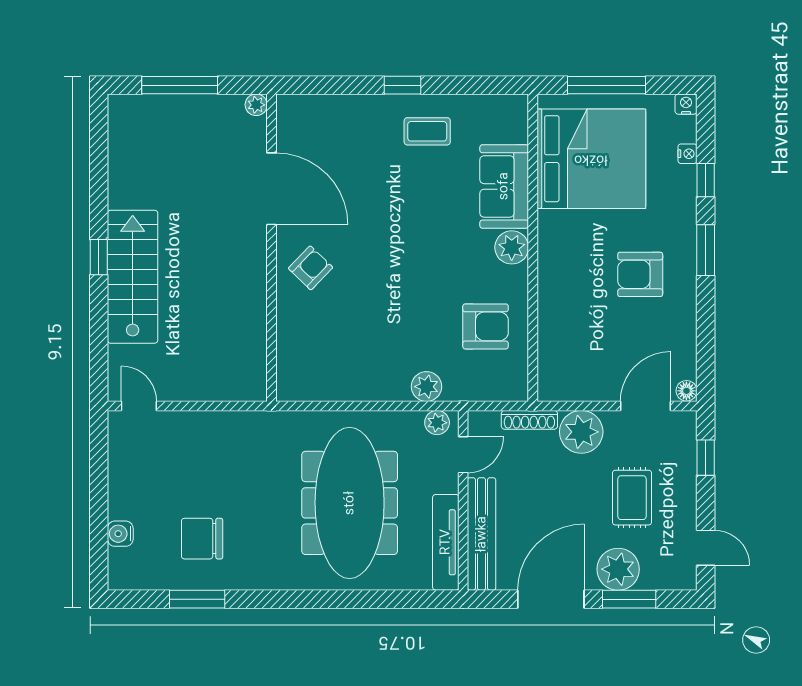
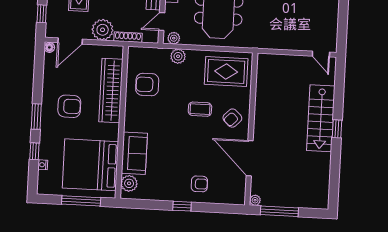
window: (180, 85) -> (279, 211), moved
nightstand: (686, 104) -> (42, 189), removed
coffee table: (427, 131) -> (200, 109), moved
armchair: (370, 132) -> (199, 184), added
plant: (512, 247) -> (129, 183), moved
wardrobe: (558, 311) -> (111, 90), added
rug: (328, 361) -> (226, 71), added

